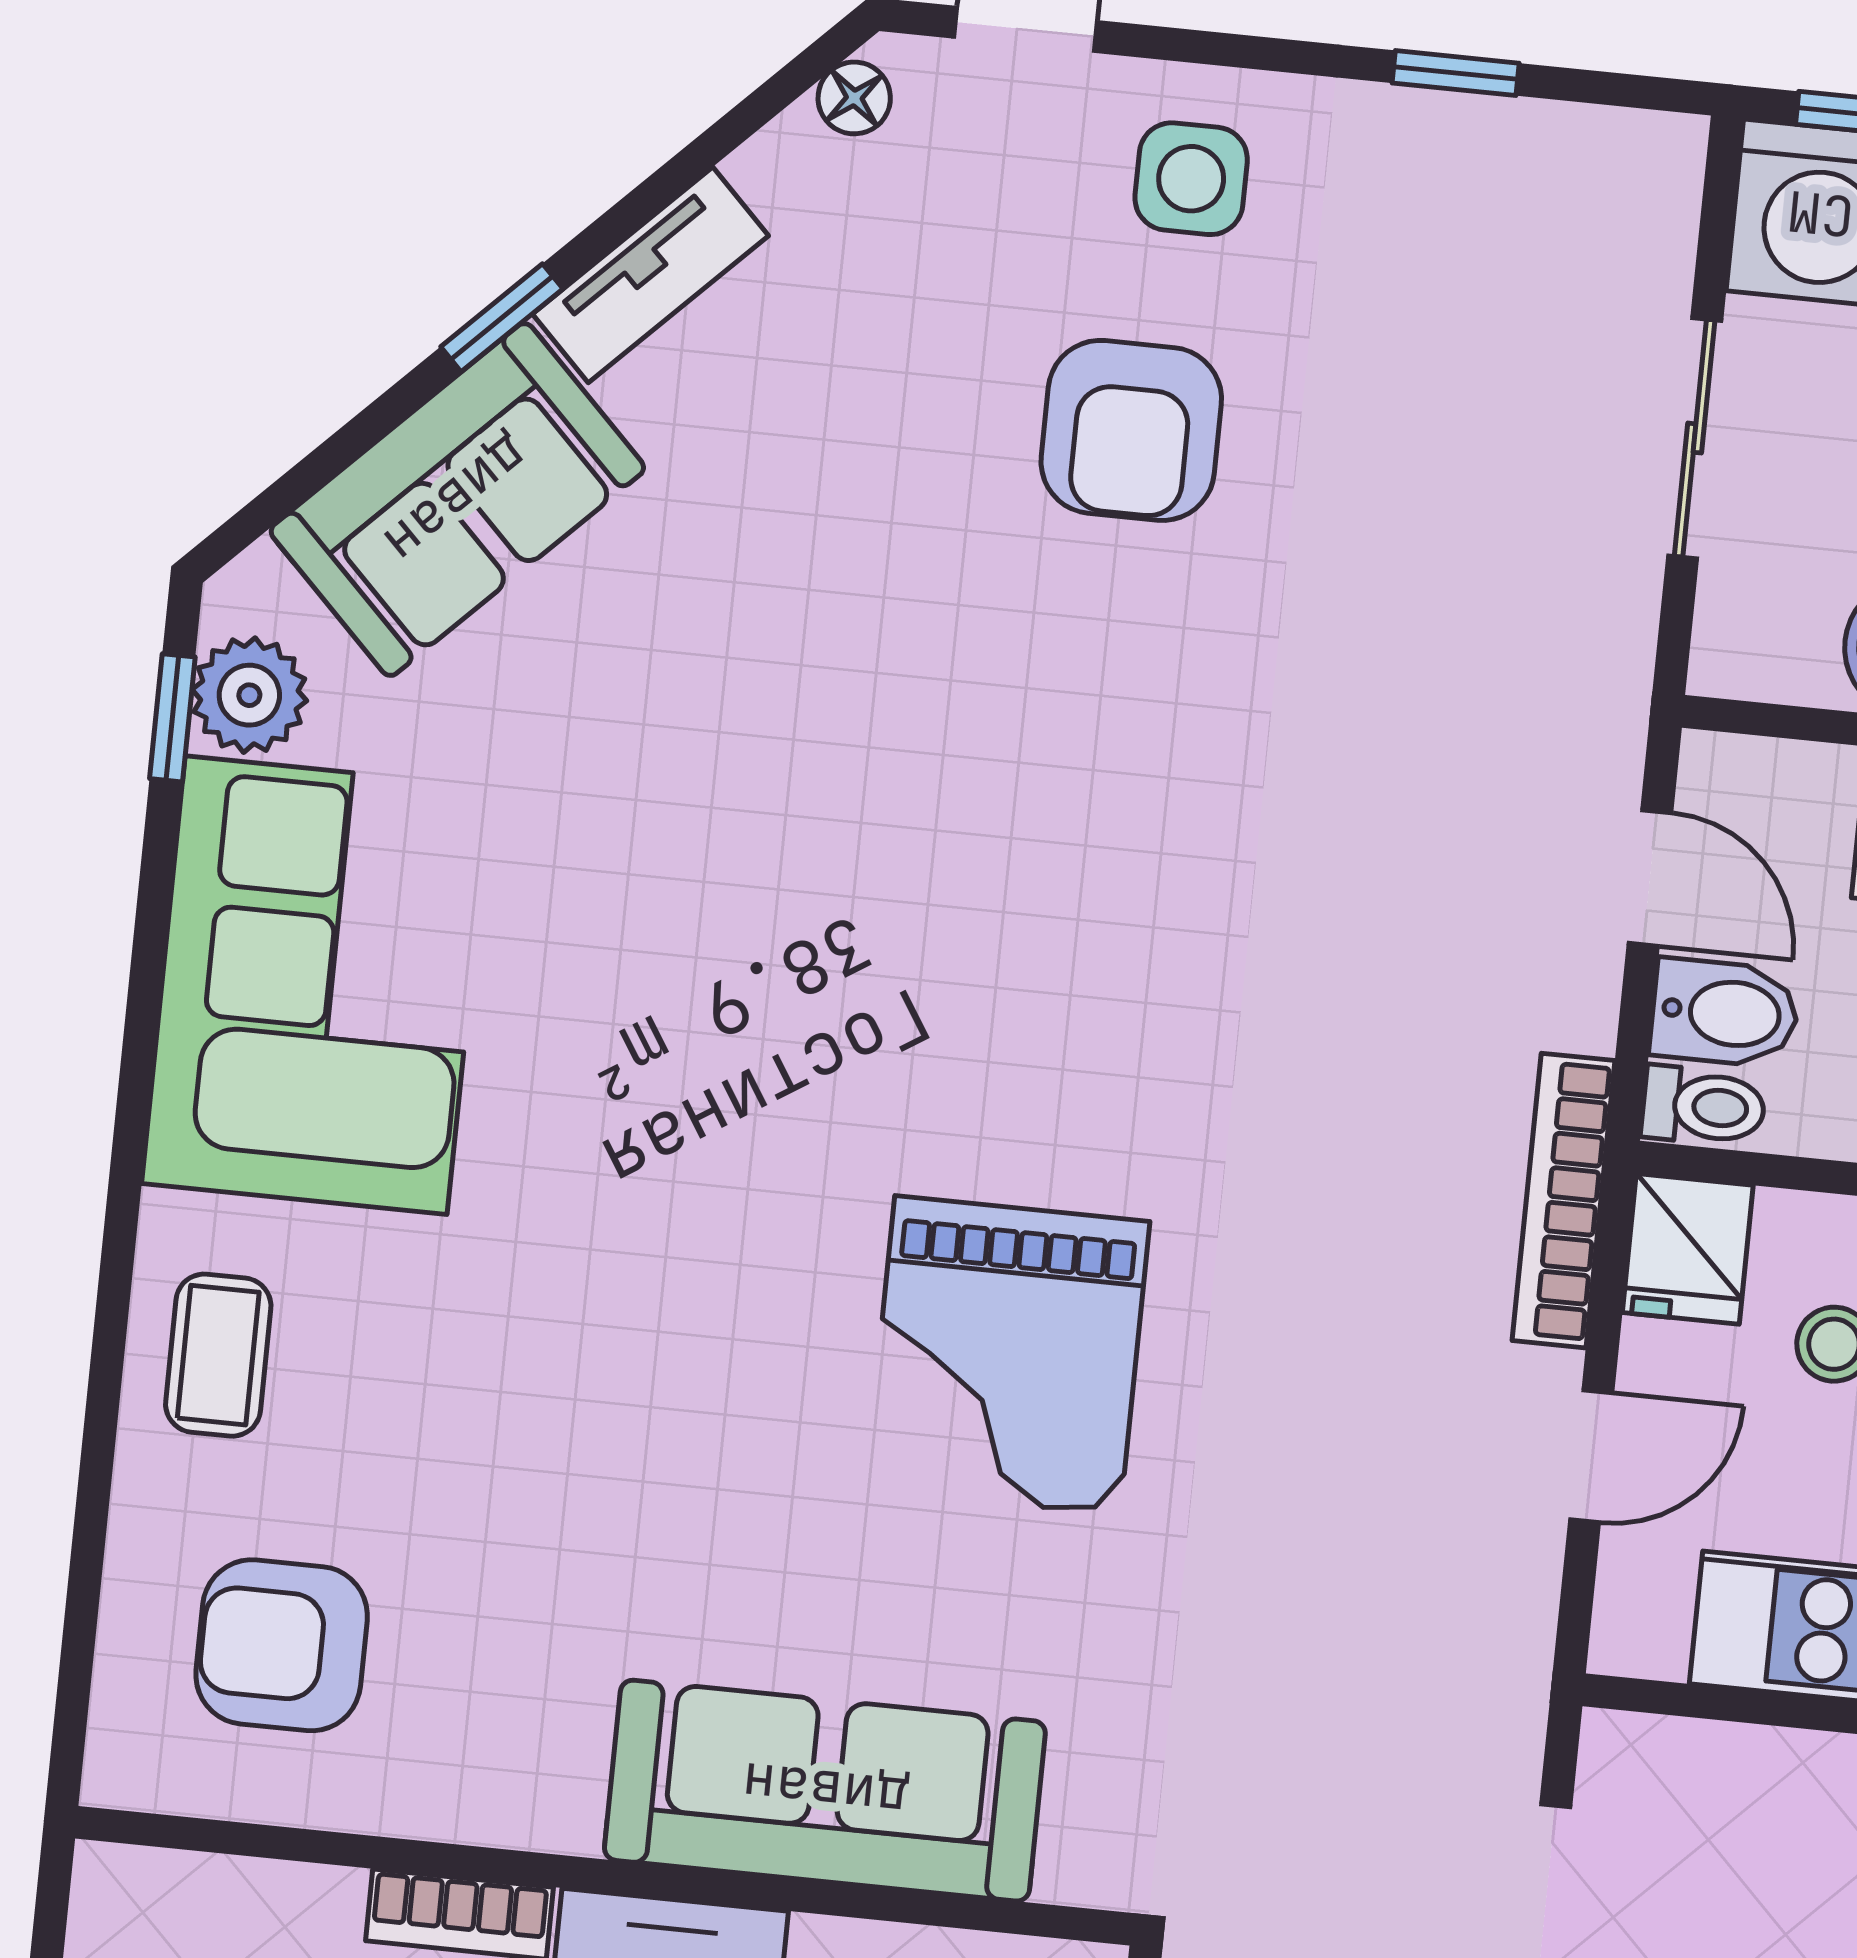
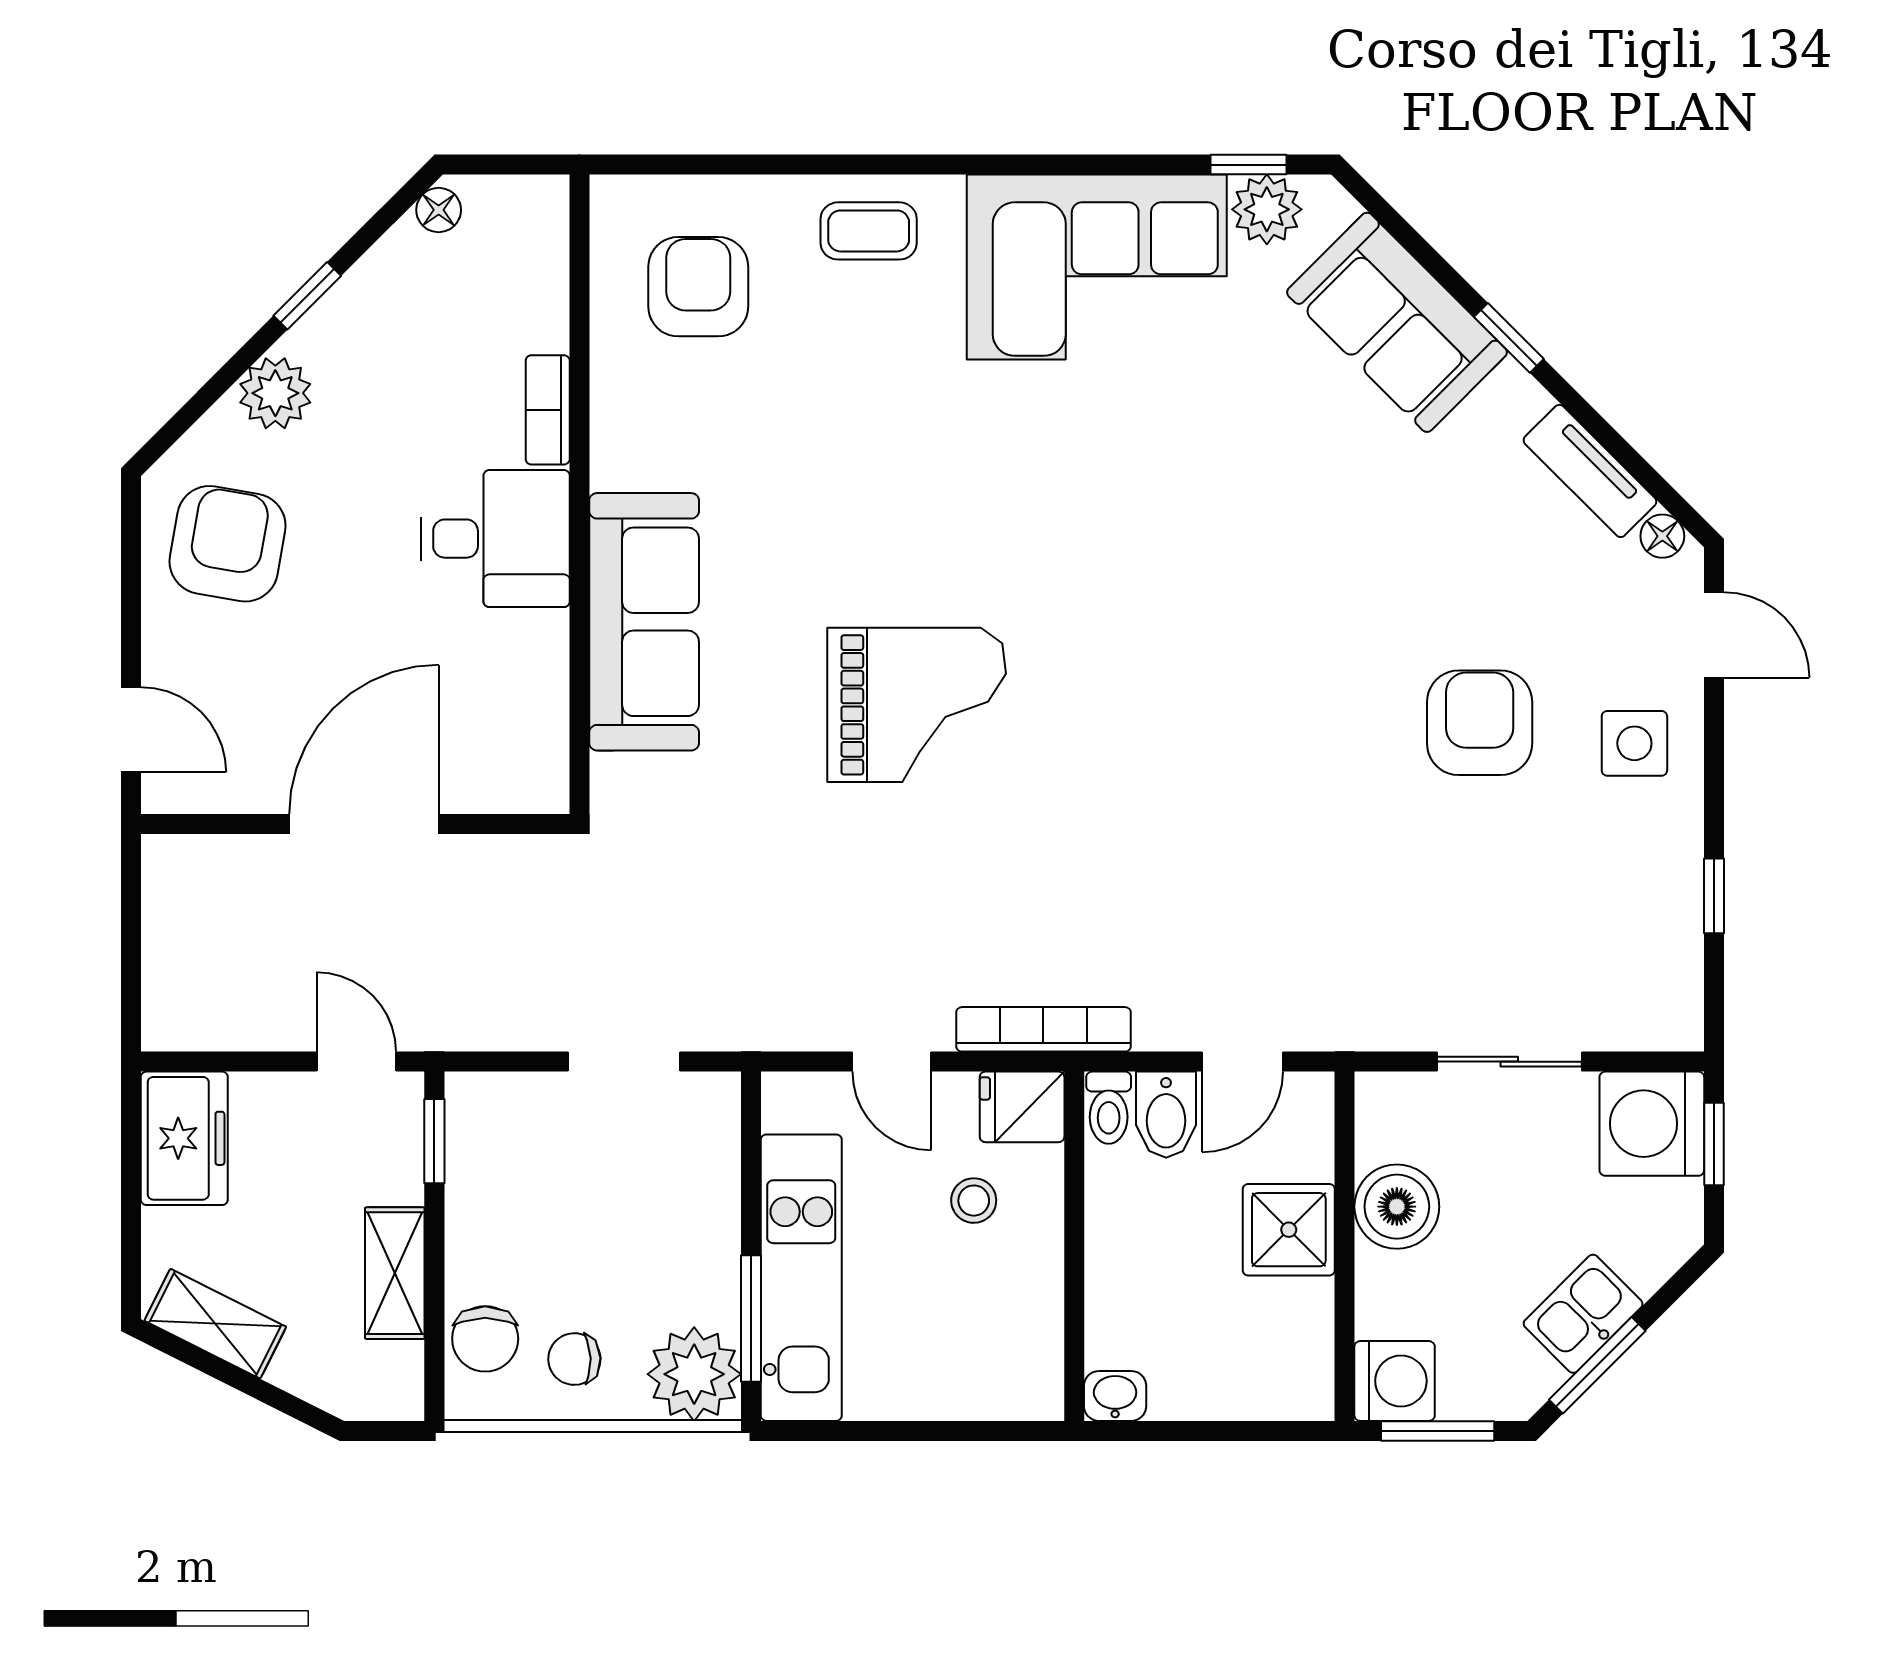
tv unit: (651, 275) -> (1590, 471), moved
armchair: (1131, 430) -> (1480, 723), turned 90
grand piano: (1007, 1355) -> (917, 705), turned 180

